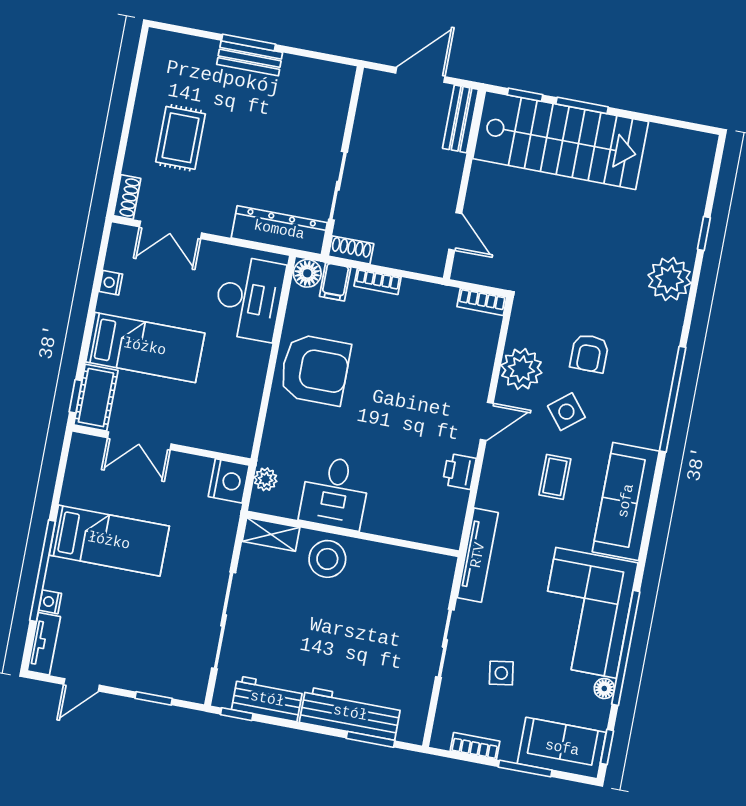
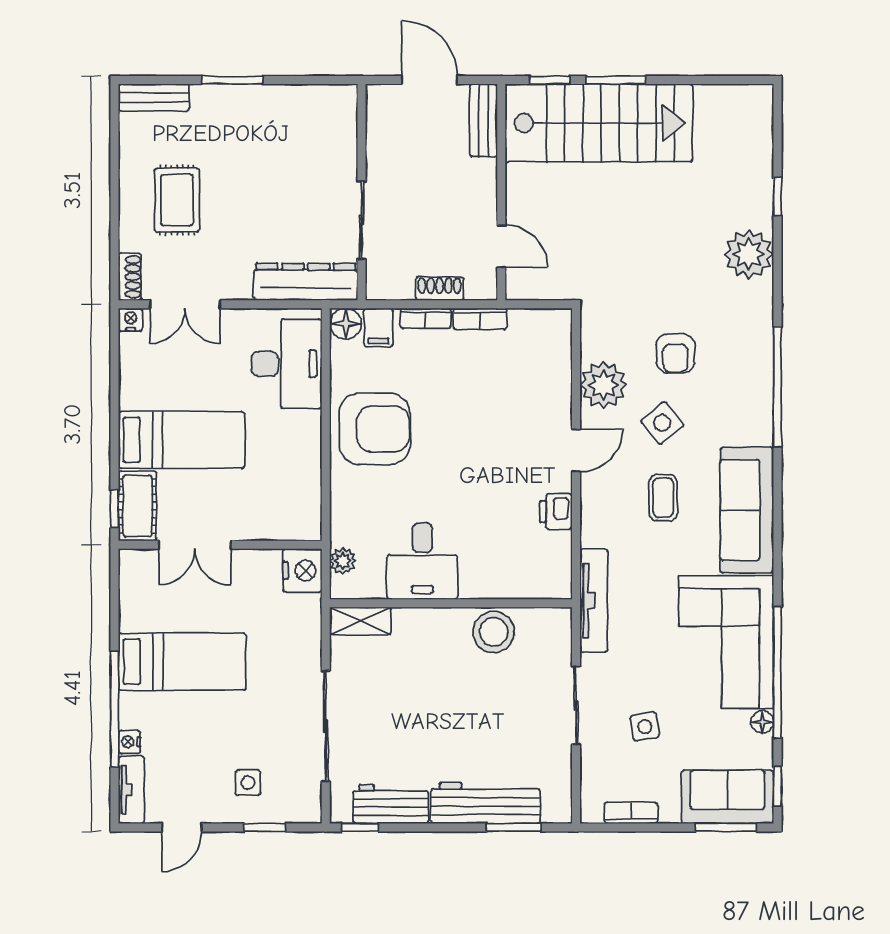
bench: (250, 58) -> (154, 97), moved
door: (420, 75) -> (430, 80), hinge flipped
shoe rack: (351, 250) -> (439, 289), moved
nightstand: (111, 283) -> (131, 320), moved, turned 90
bookcase: (482, 302) -> (480, 319), moved
stool: (327, 559) -> (494, 632), moved
side table: (147, 657) -> (248, 783), added
window: (525, 769) -> (726, 827), moved

